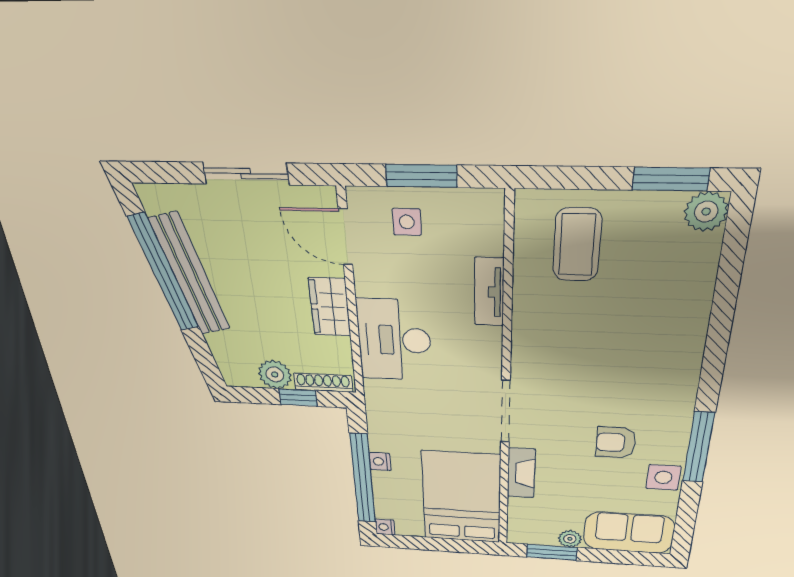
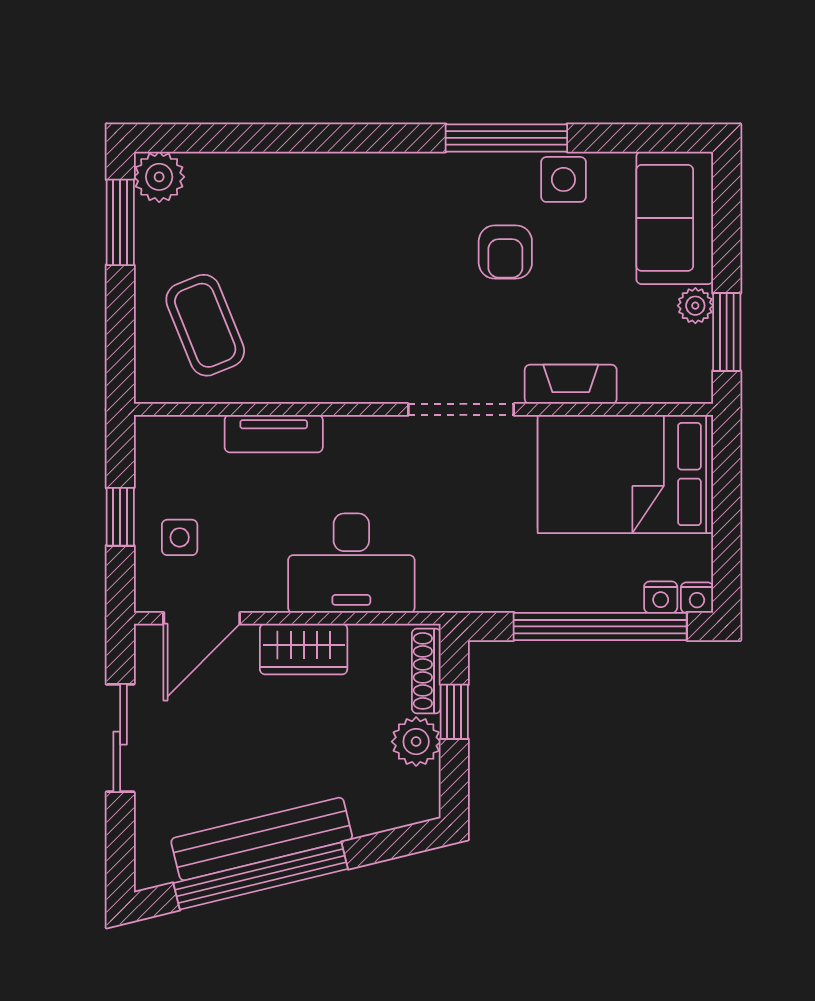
window: (421, 176) -> (120, 517), width x0.67
coffee table: (577, 245) -> (205, 325), turned 68
nightstand: (380, 462) -> (661, 597), moved

